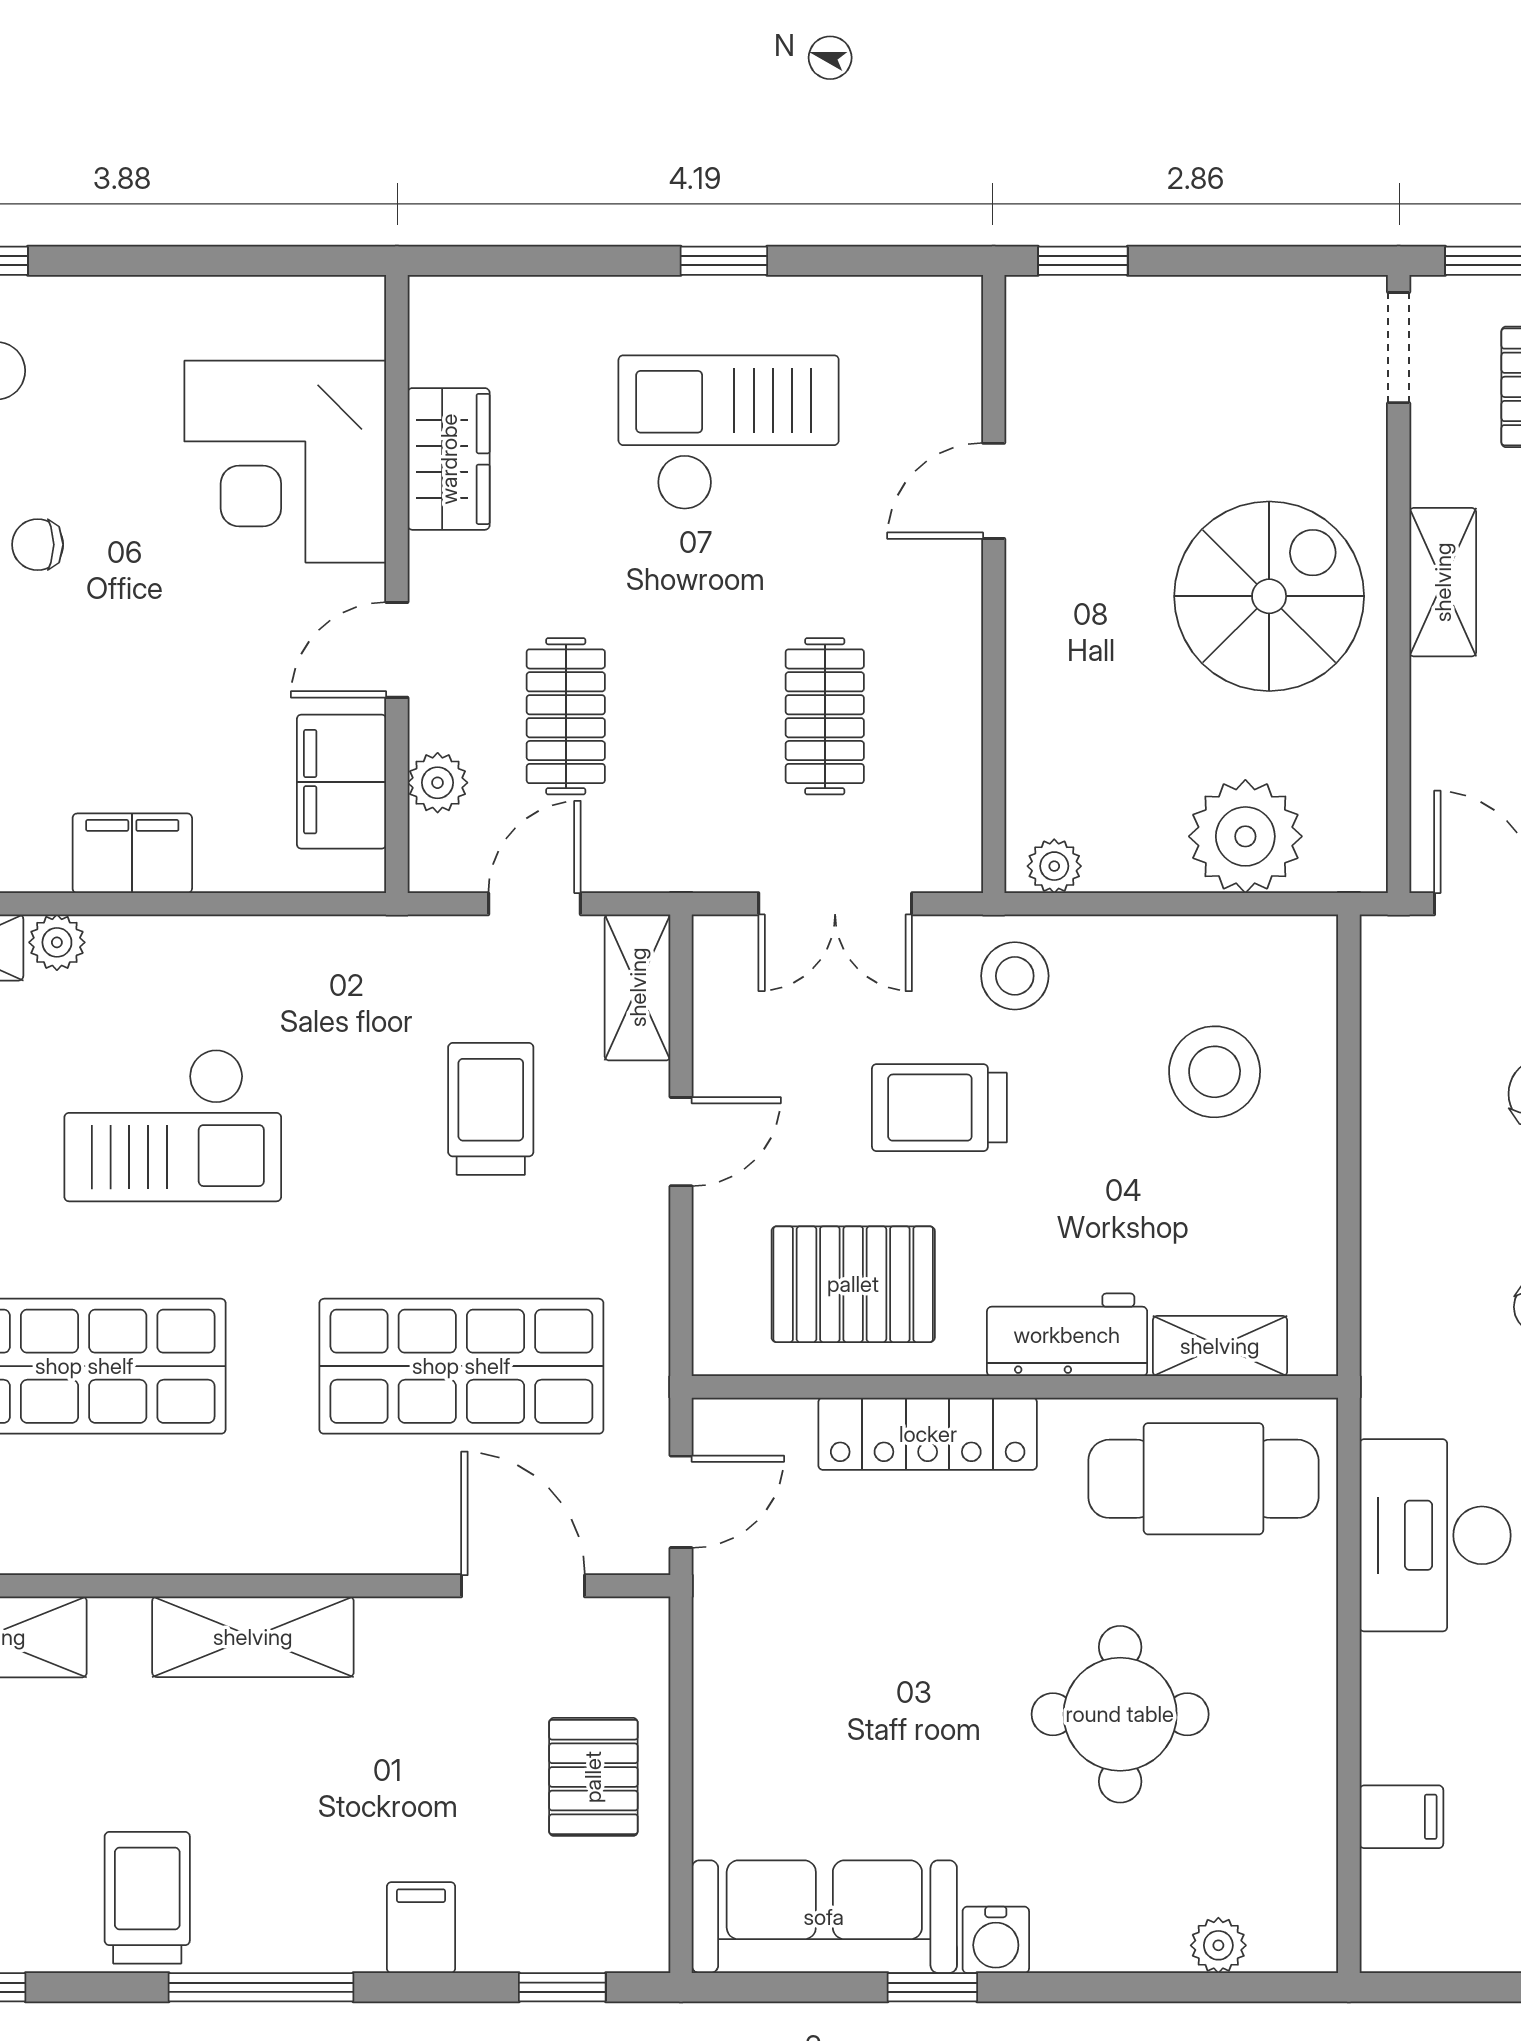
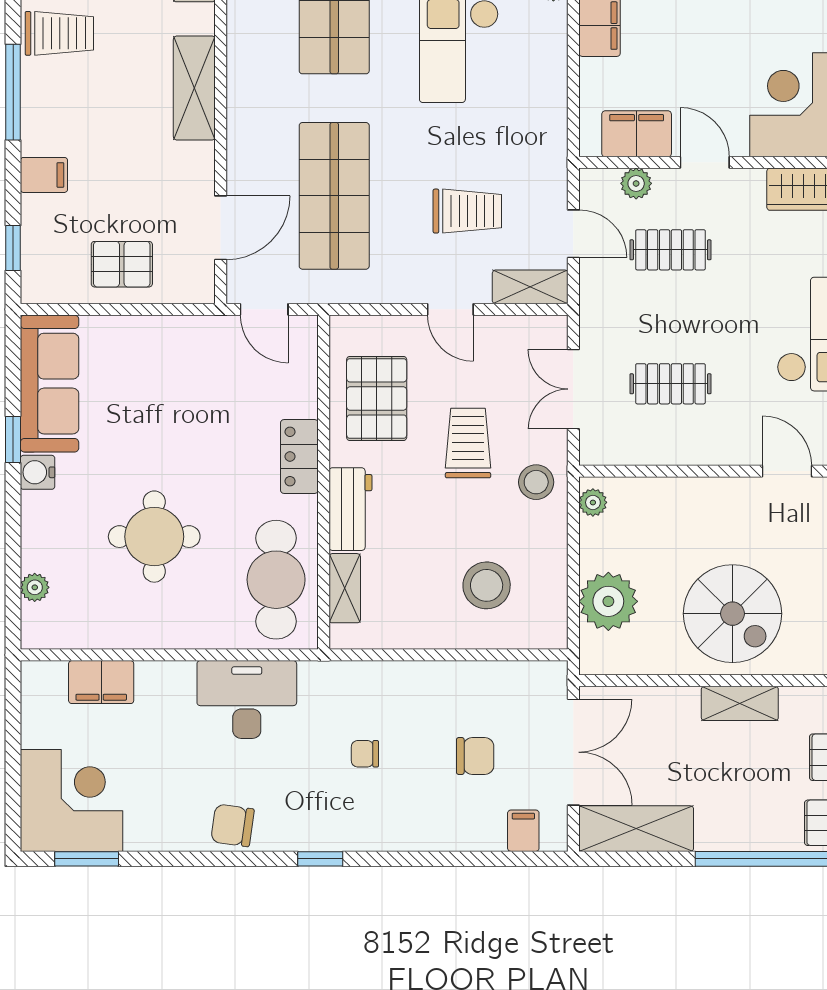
locker: (928, 1434) -> (299, 456), width x0.66
filing cabinet: (1401, 1817) -> (101, 682), width x2.00

